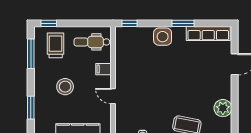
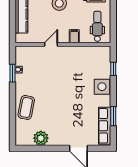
window: (129, 23) -> (113, 69), moved
window: (183, 23) -> (113, 116), moved

